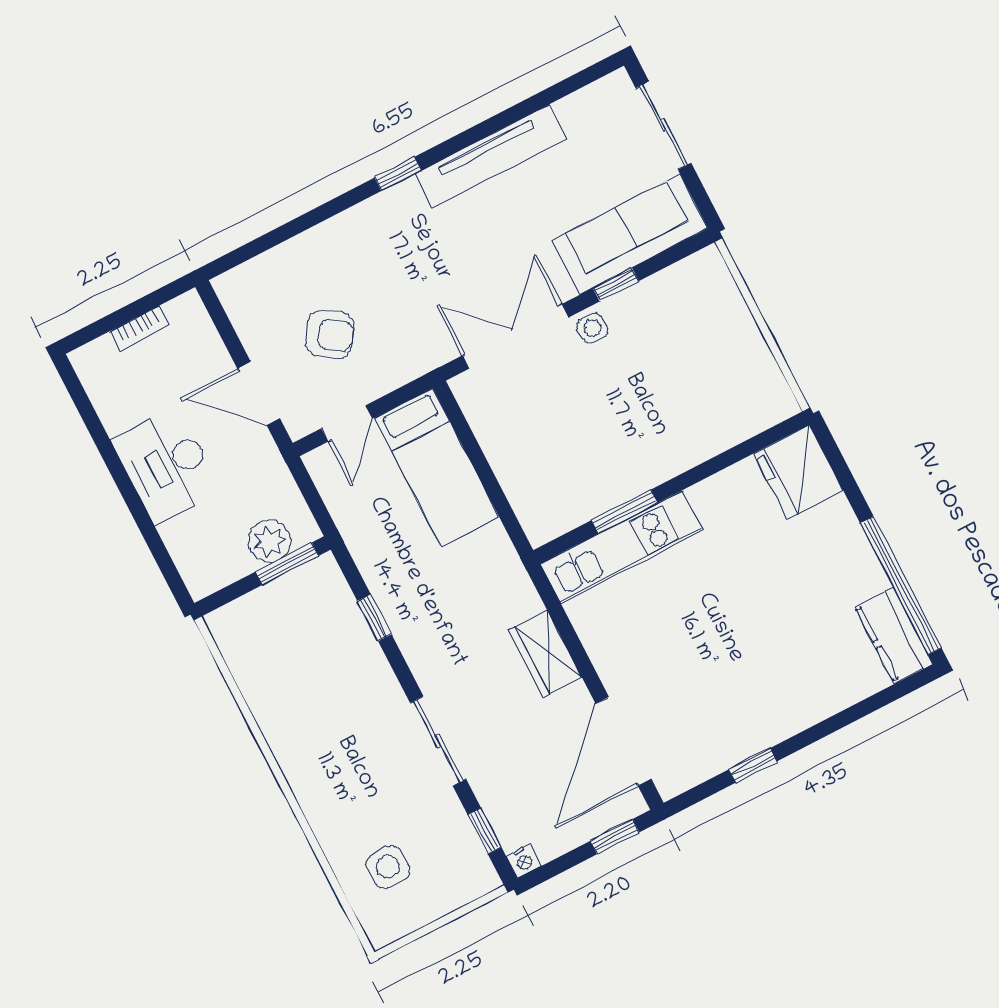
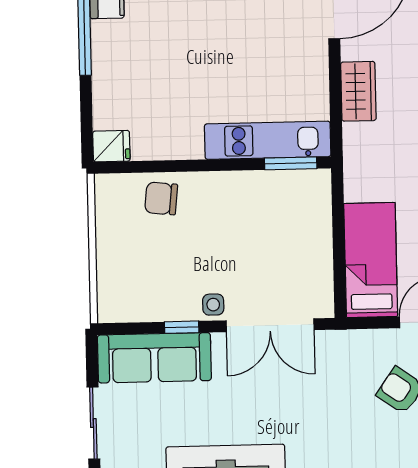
chair: (711, 421) -> (161, 198), added
fridge: (798, 472) -> (111, 146), width x0.53, depth x0.75
window: (625, 512) -> (291, 163), moved

